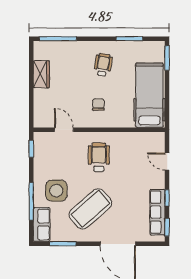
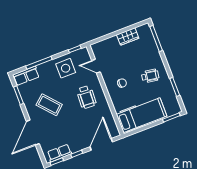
door: (64, 130) -> (96, 66), swing flipped
wheelchair: (99, 157) -> (86, 97), turned 93
door: (167, 162) -> (101, 144), width x1.88
side table: (56, 191) -> (66, 68), moved
coffee table: (90, 209) -> (49, 105), width x0.73, depth x0.76
row of seats: (157, 212) -> (59, 153), width x0.68

